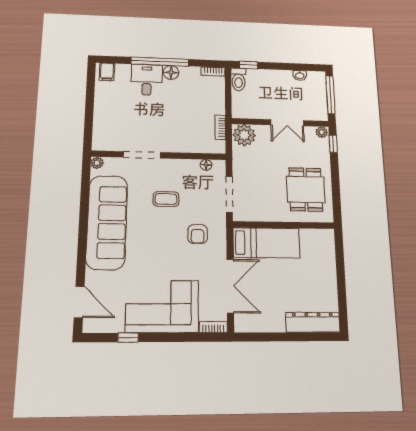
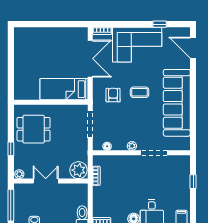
window: (89, 116) -> (193, 182), added
window: (333, 144) -> (11, 149), moved
plant: (97, 163) -> (132, 146), moved
dining table: (306, 189) -> (34, 129), turned 90
coffee table: (166, 199) -> (140, 92), moved
double door: (230, 286) -> (90, 59), swing flipped
dresser: (313, 322) -> (33, 34), removed

